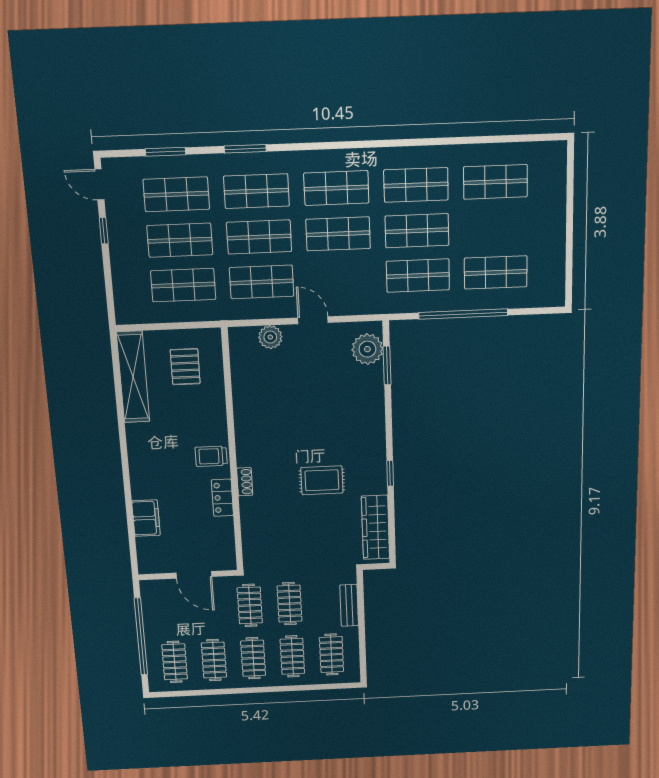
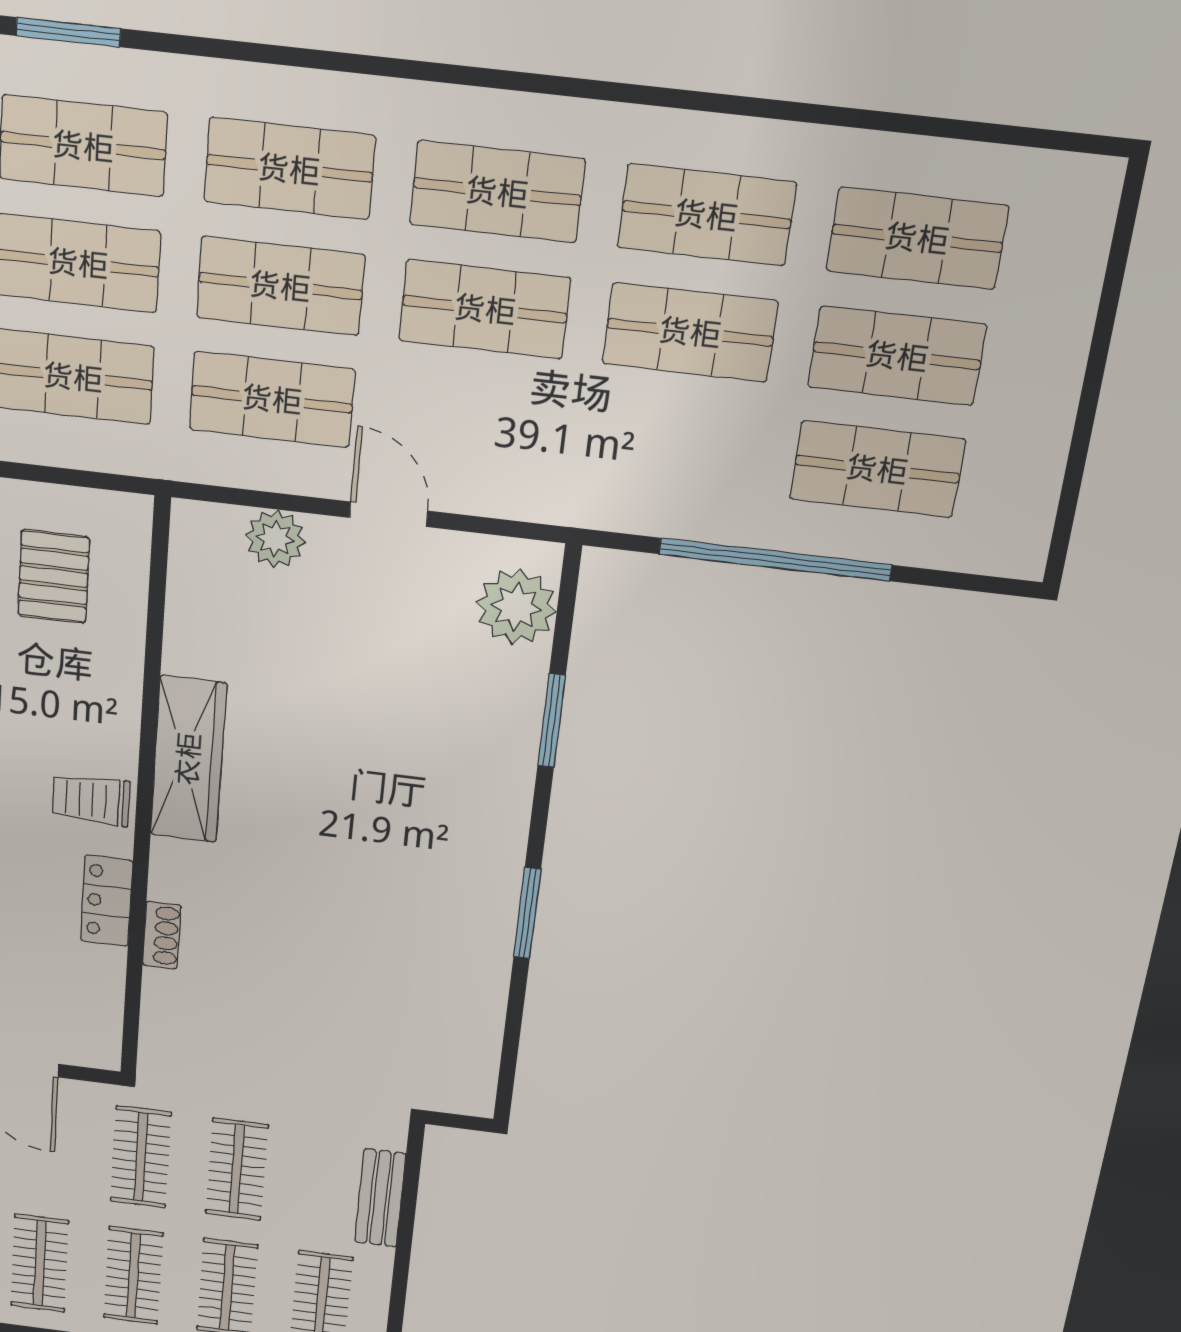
window: (245, 149) -> (275, 55), removed
shop shelf: (418, 276) -> (897, 356), moved
window: (387, 365) -> (551, 721), moved
window: (390, 473) -> (527, 913), width x1.50
rug: (322, 480) -> (356, 901), removed
shoe rack: (245, 482) -> (162, 935), moved
wardrobe: (375, 527) -> (188, 759), moved, turned 180

